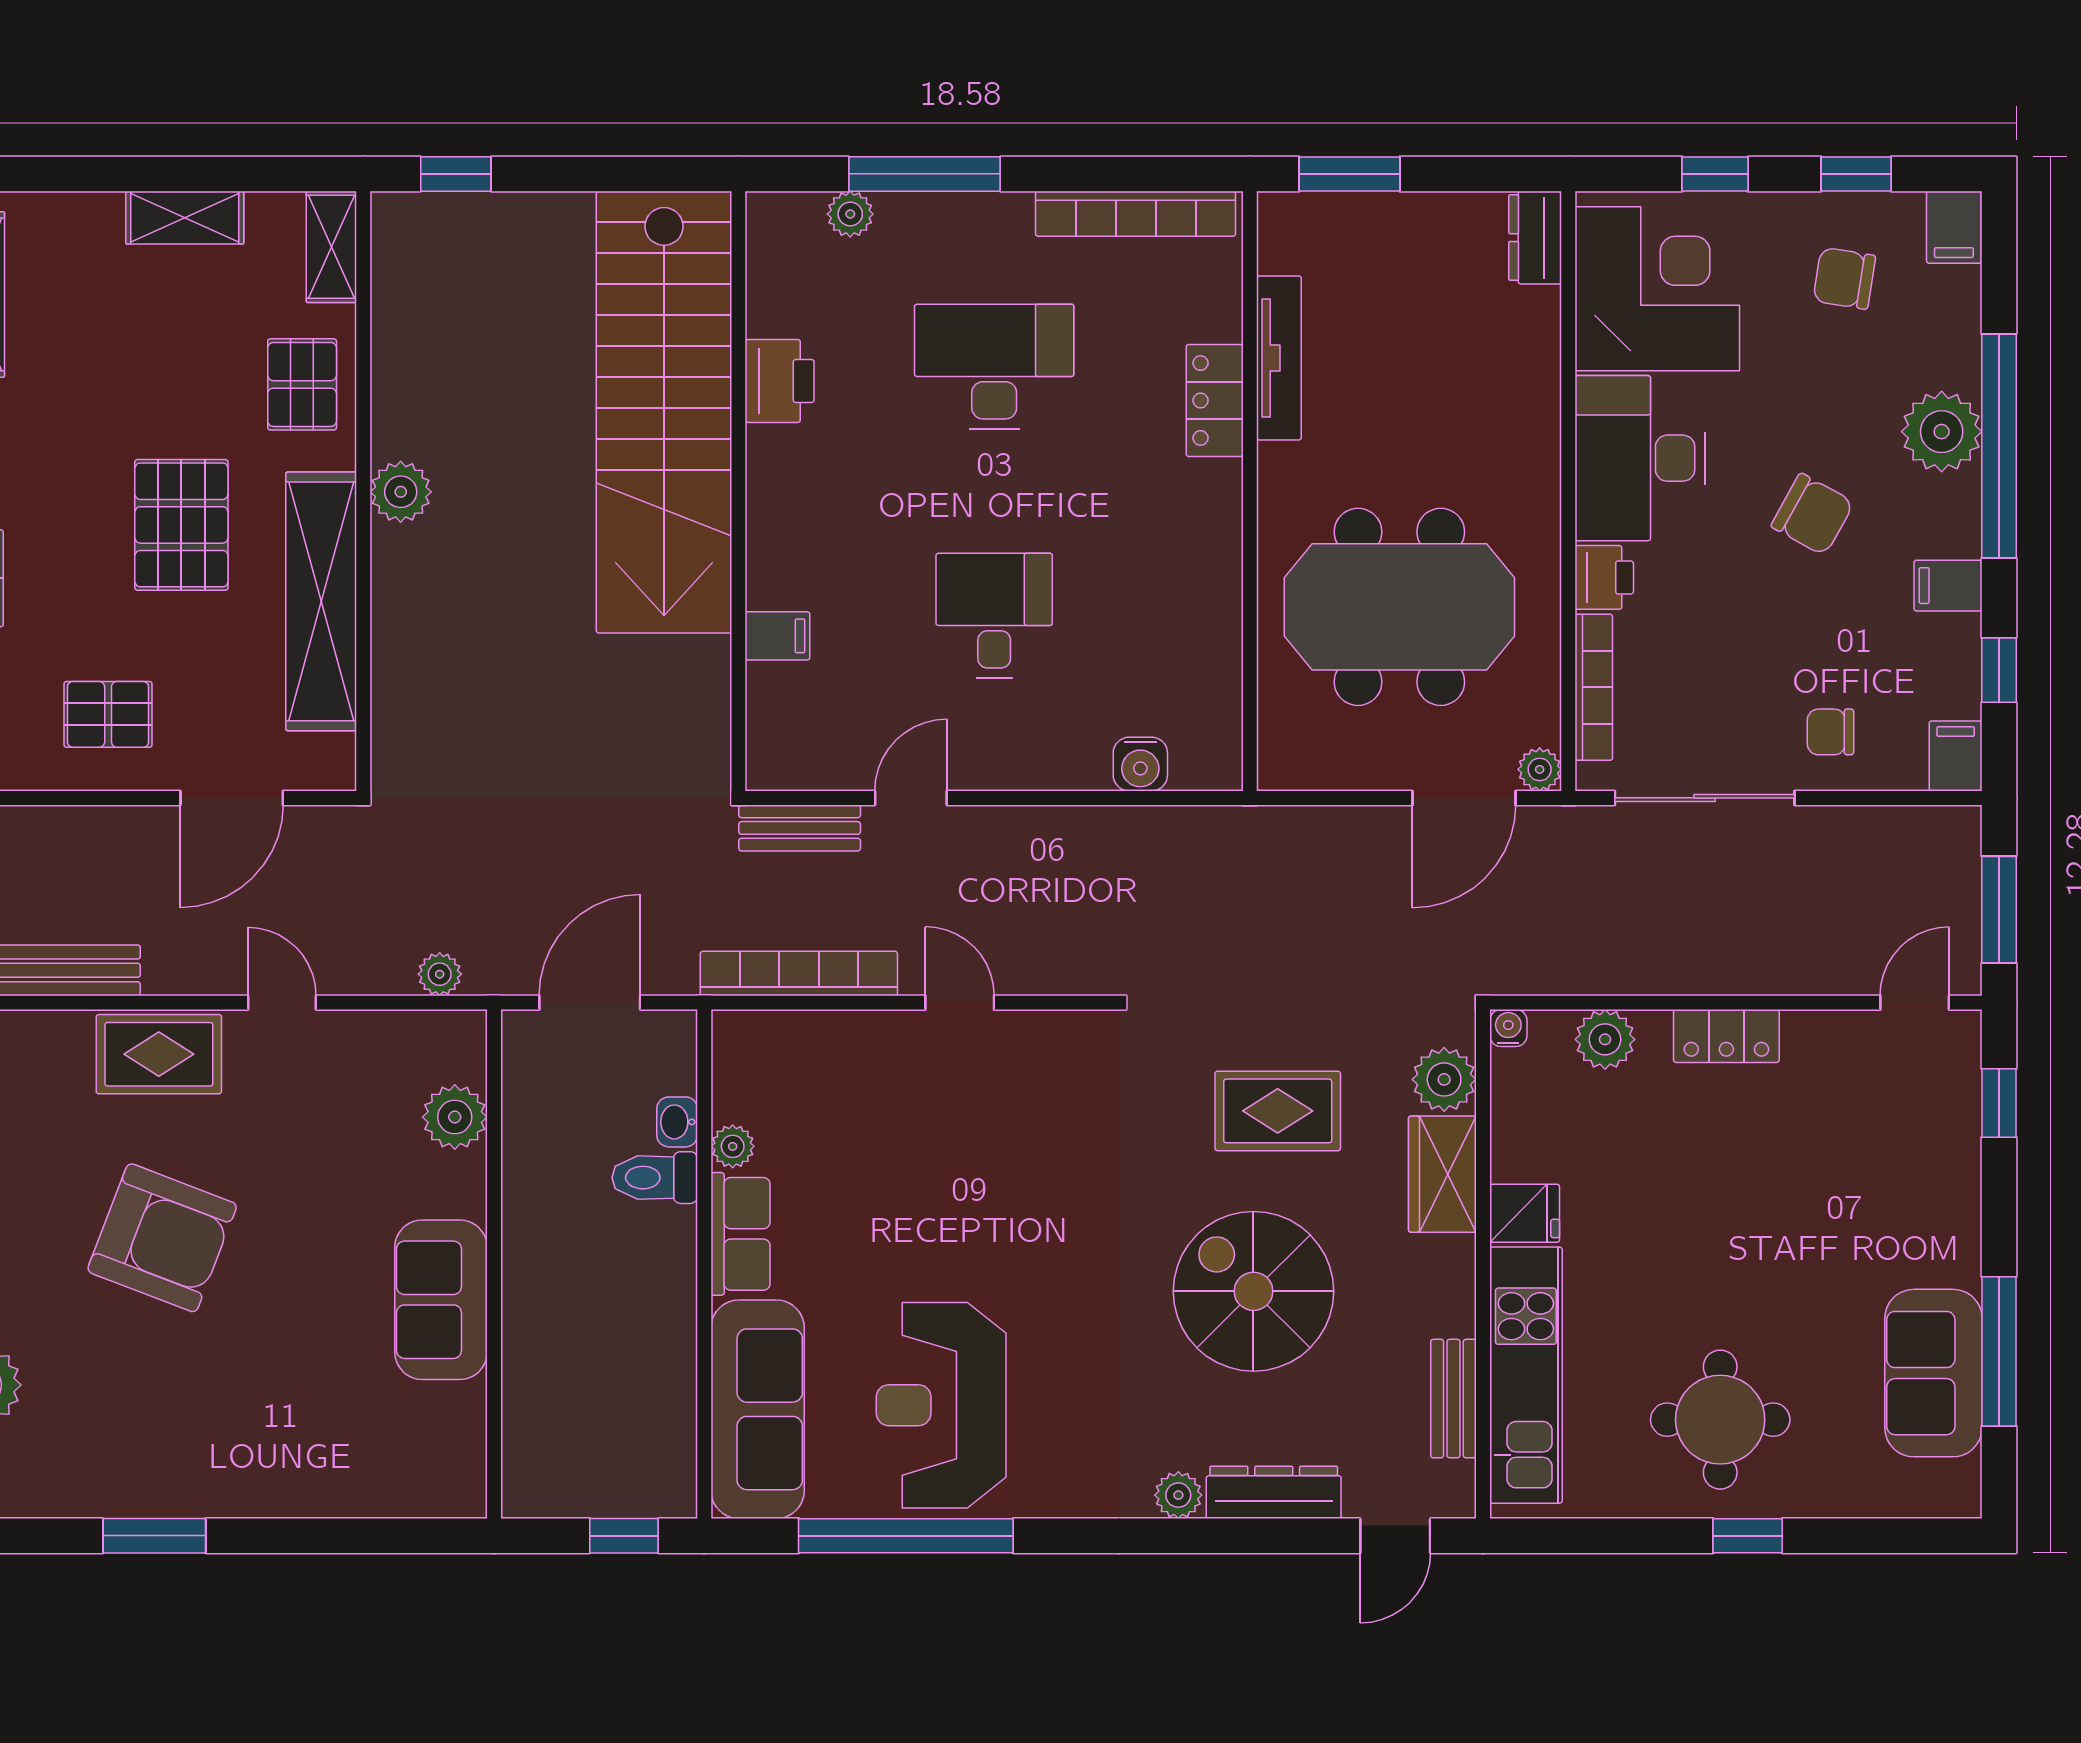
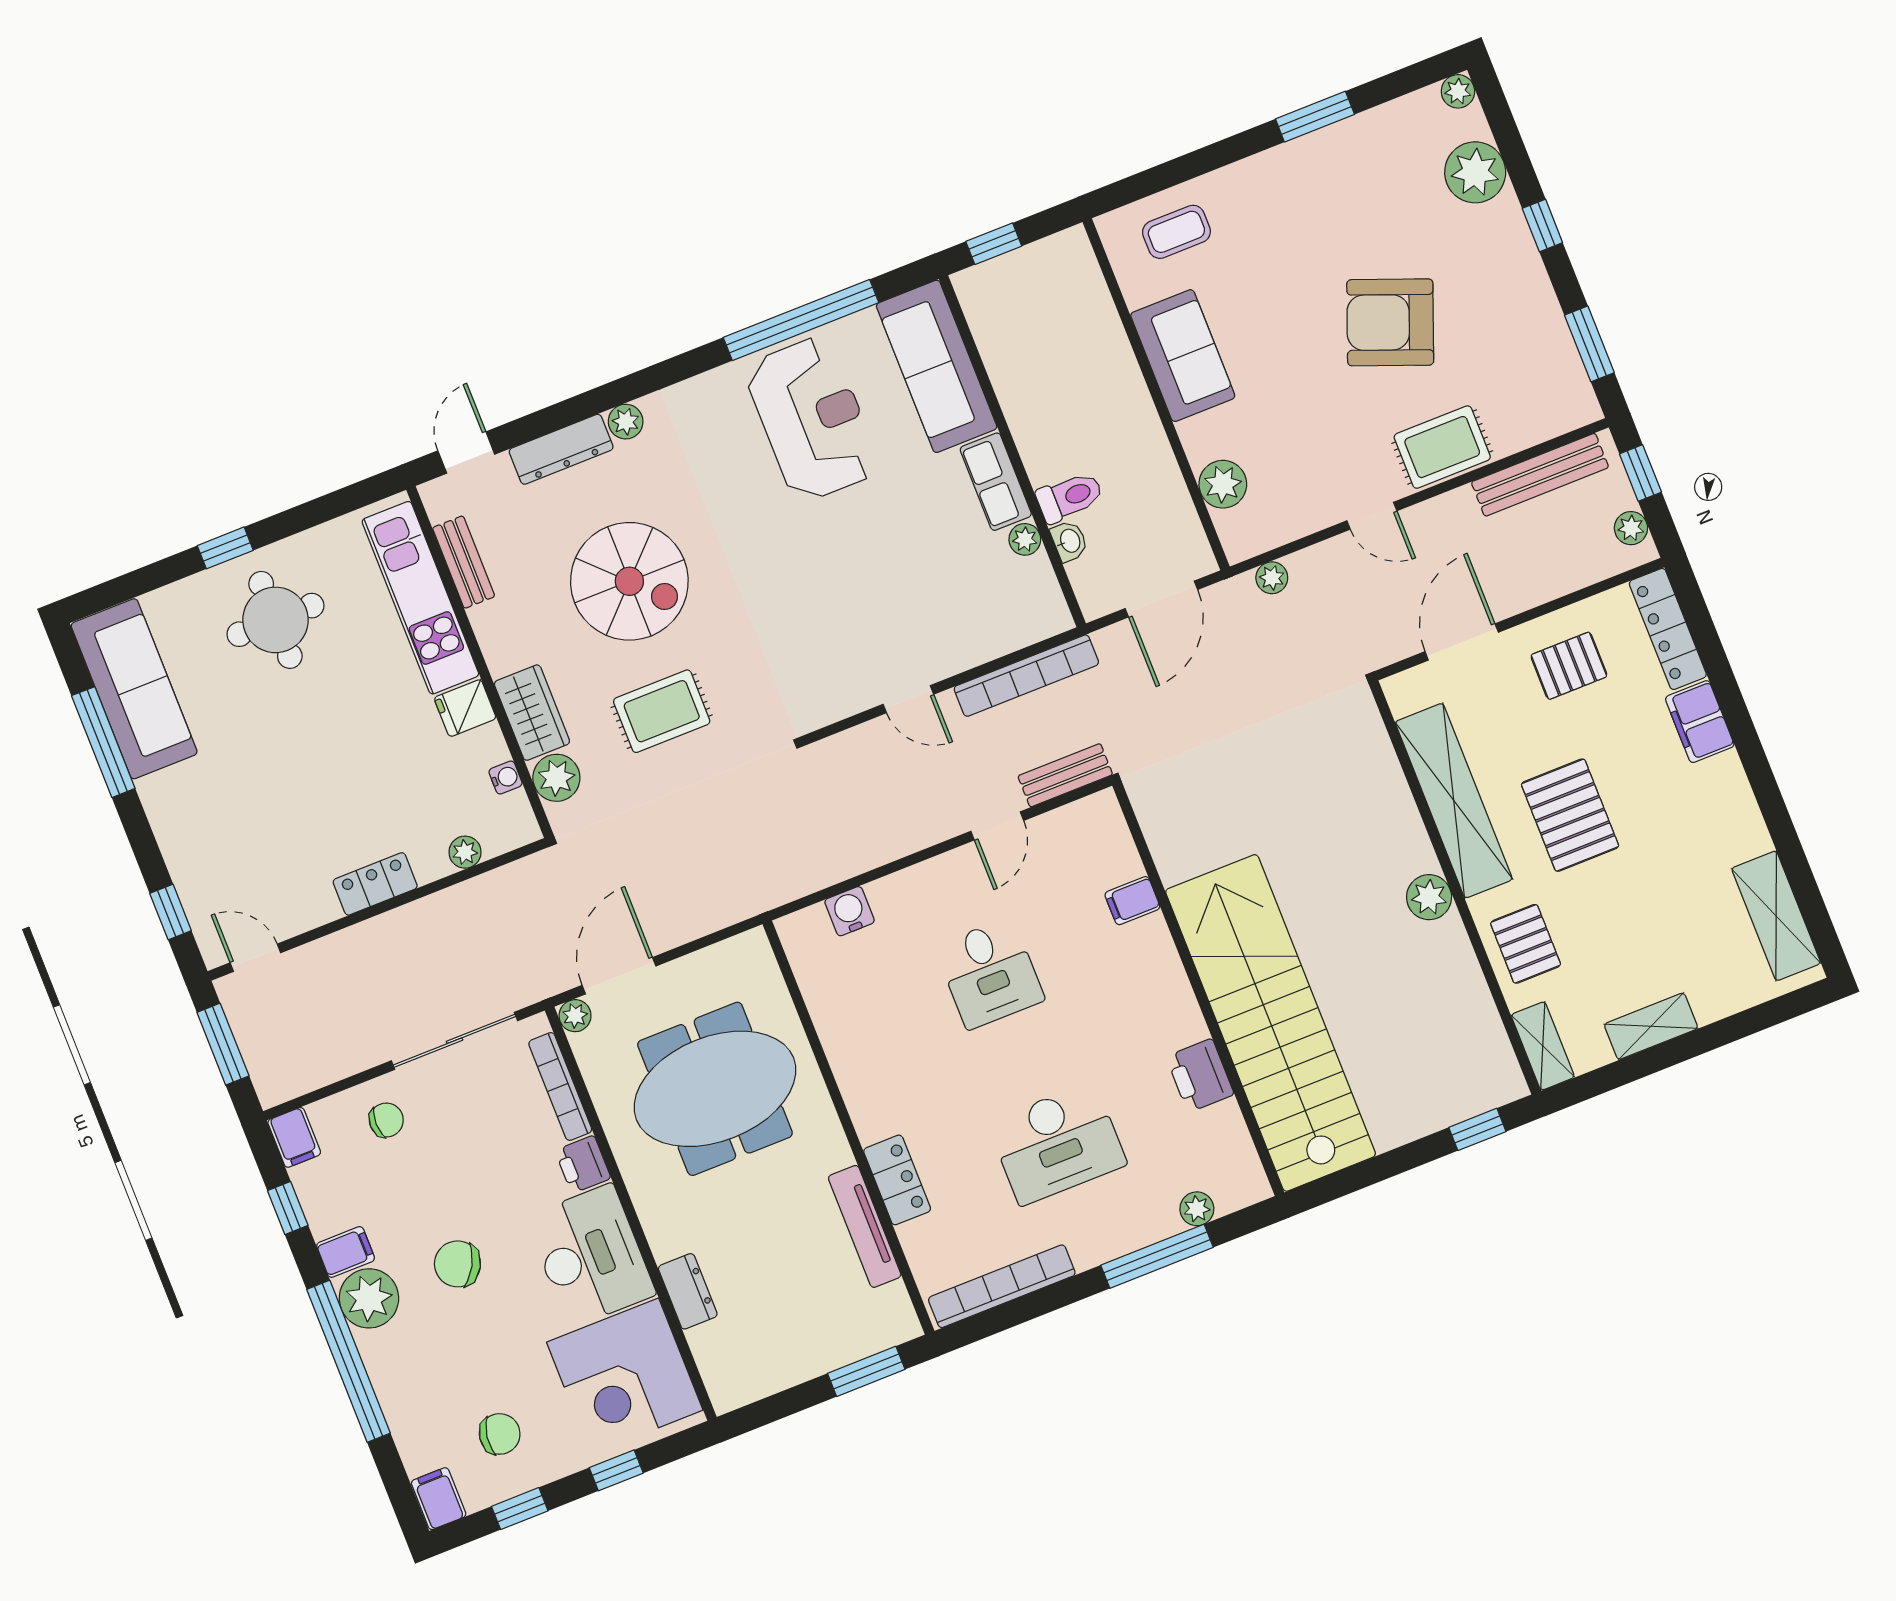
dresser: (1535, 238) -> (688, 1291), moved
plant: (1942, 432) -> (369, 1298), moved
door: (1915, 1003) -> (255, 958), swing flipped
water cooler: (1508, 1028) -> (506, 778), moved, turned -90
plant: (1605, 1039) -> (465, 852), width x0.73, depth x0.73
sofa: (1933, 1373) -> (134, 689), width x1.36
coffee table: (387, 1459) -> (1176, 232), added

